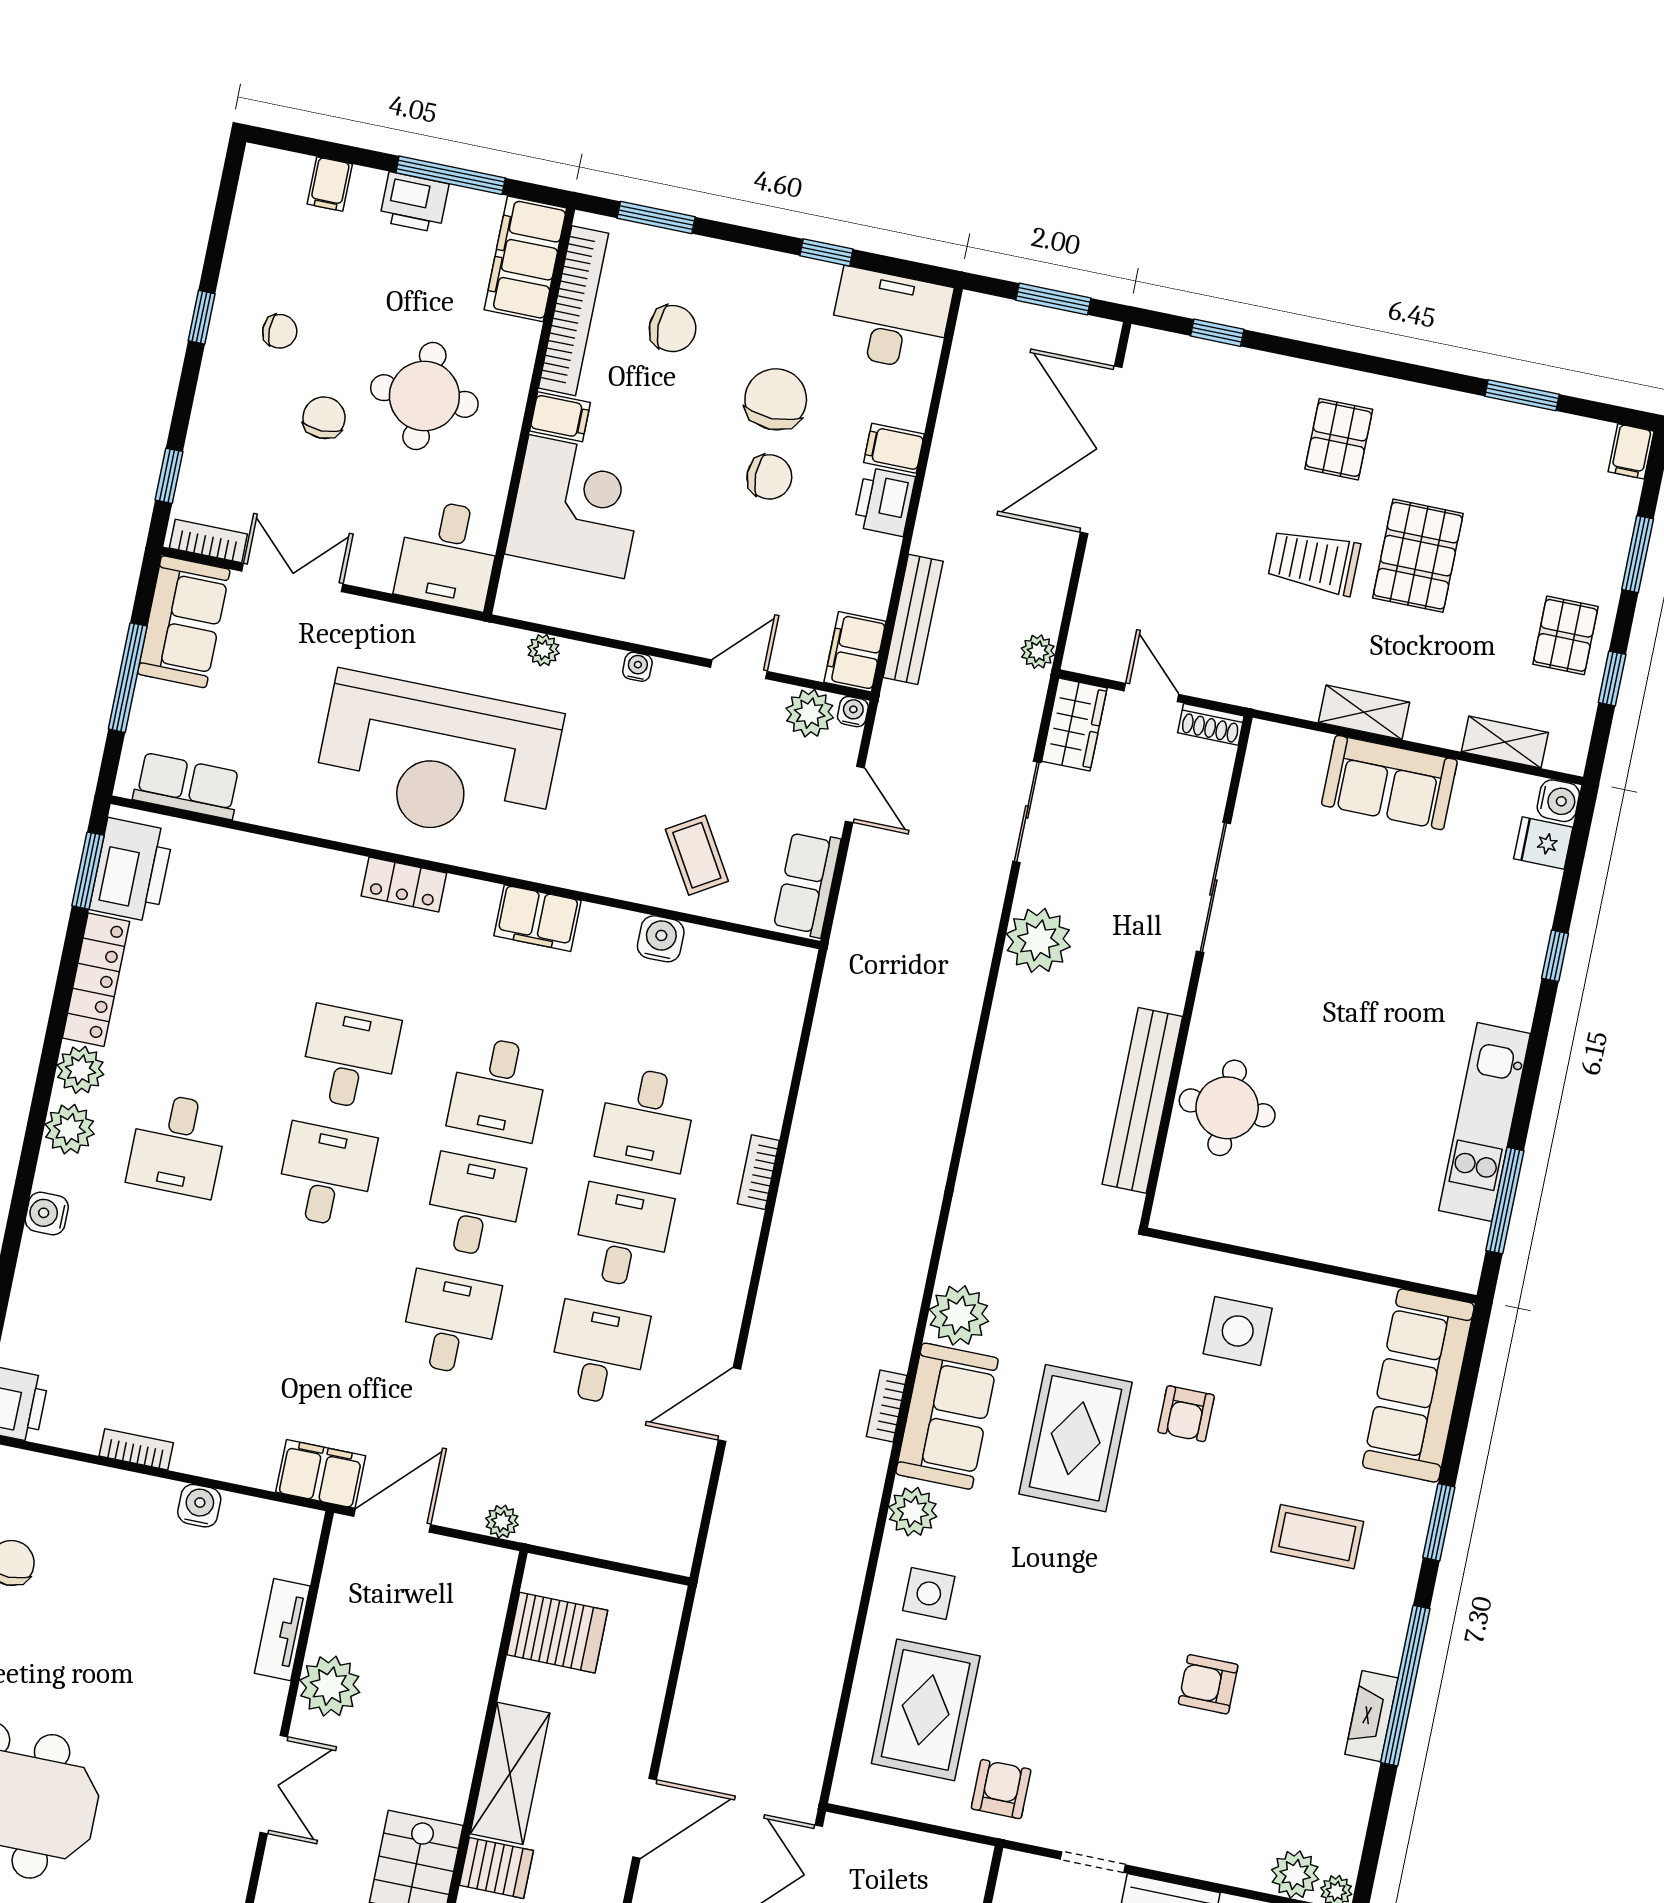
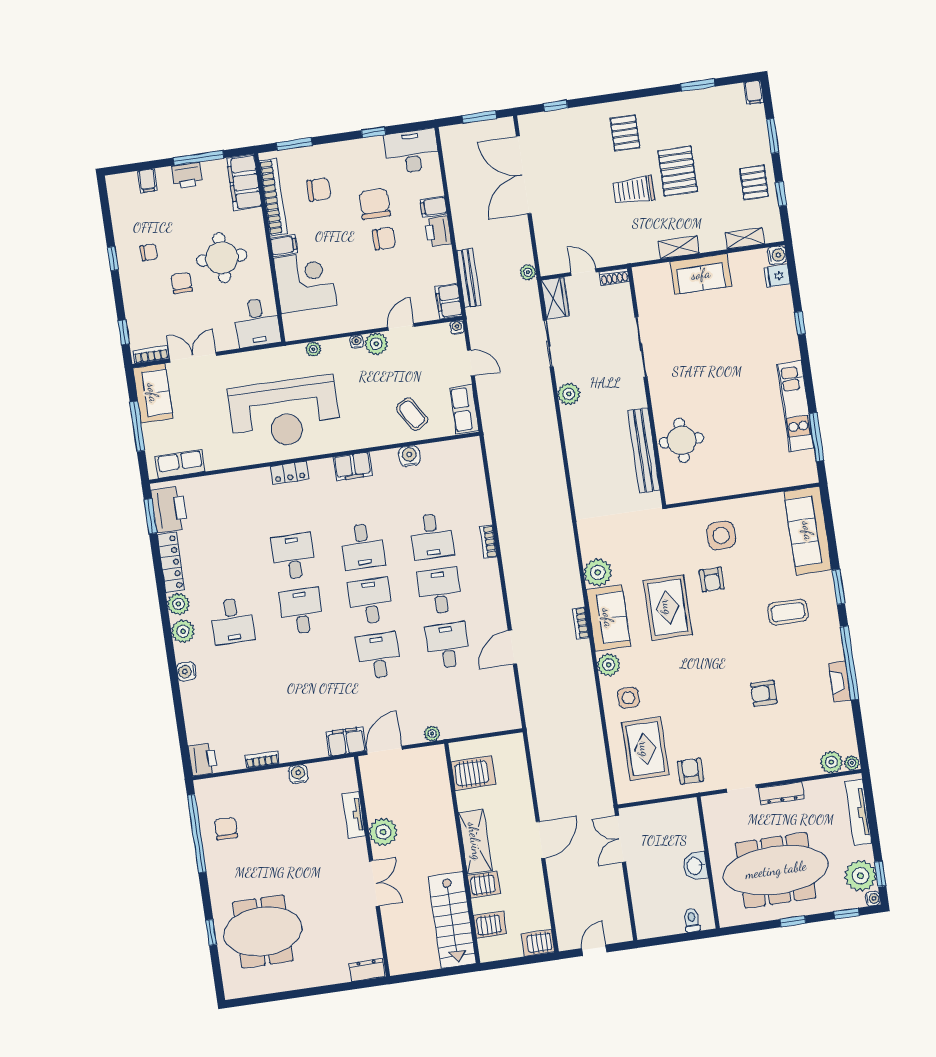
plant: (810, 713) -> (376, 344), moved
plant: (1038, 940) -> (569, 394), width x0.73, depth x0.73

